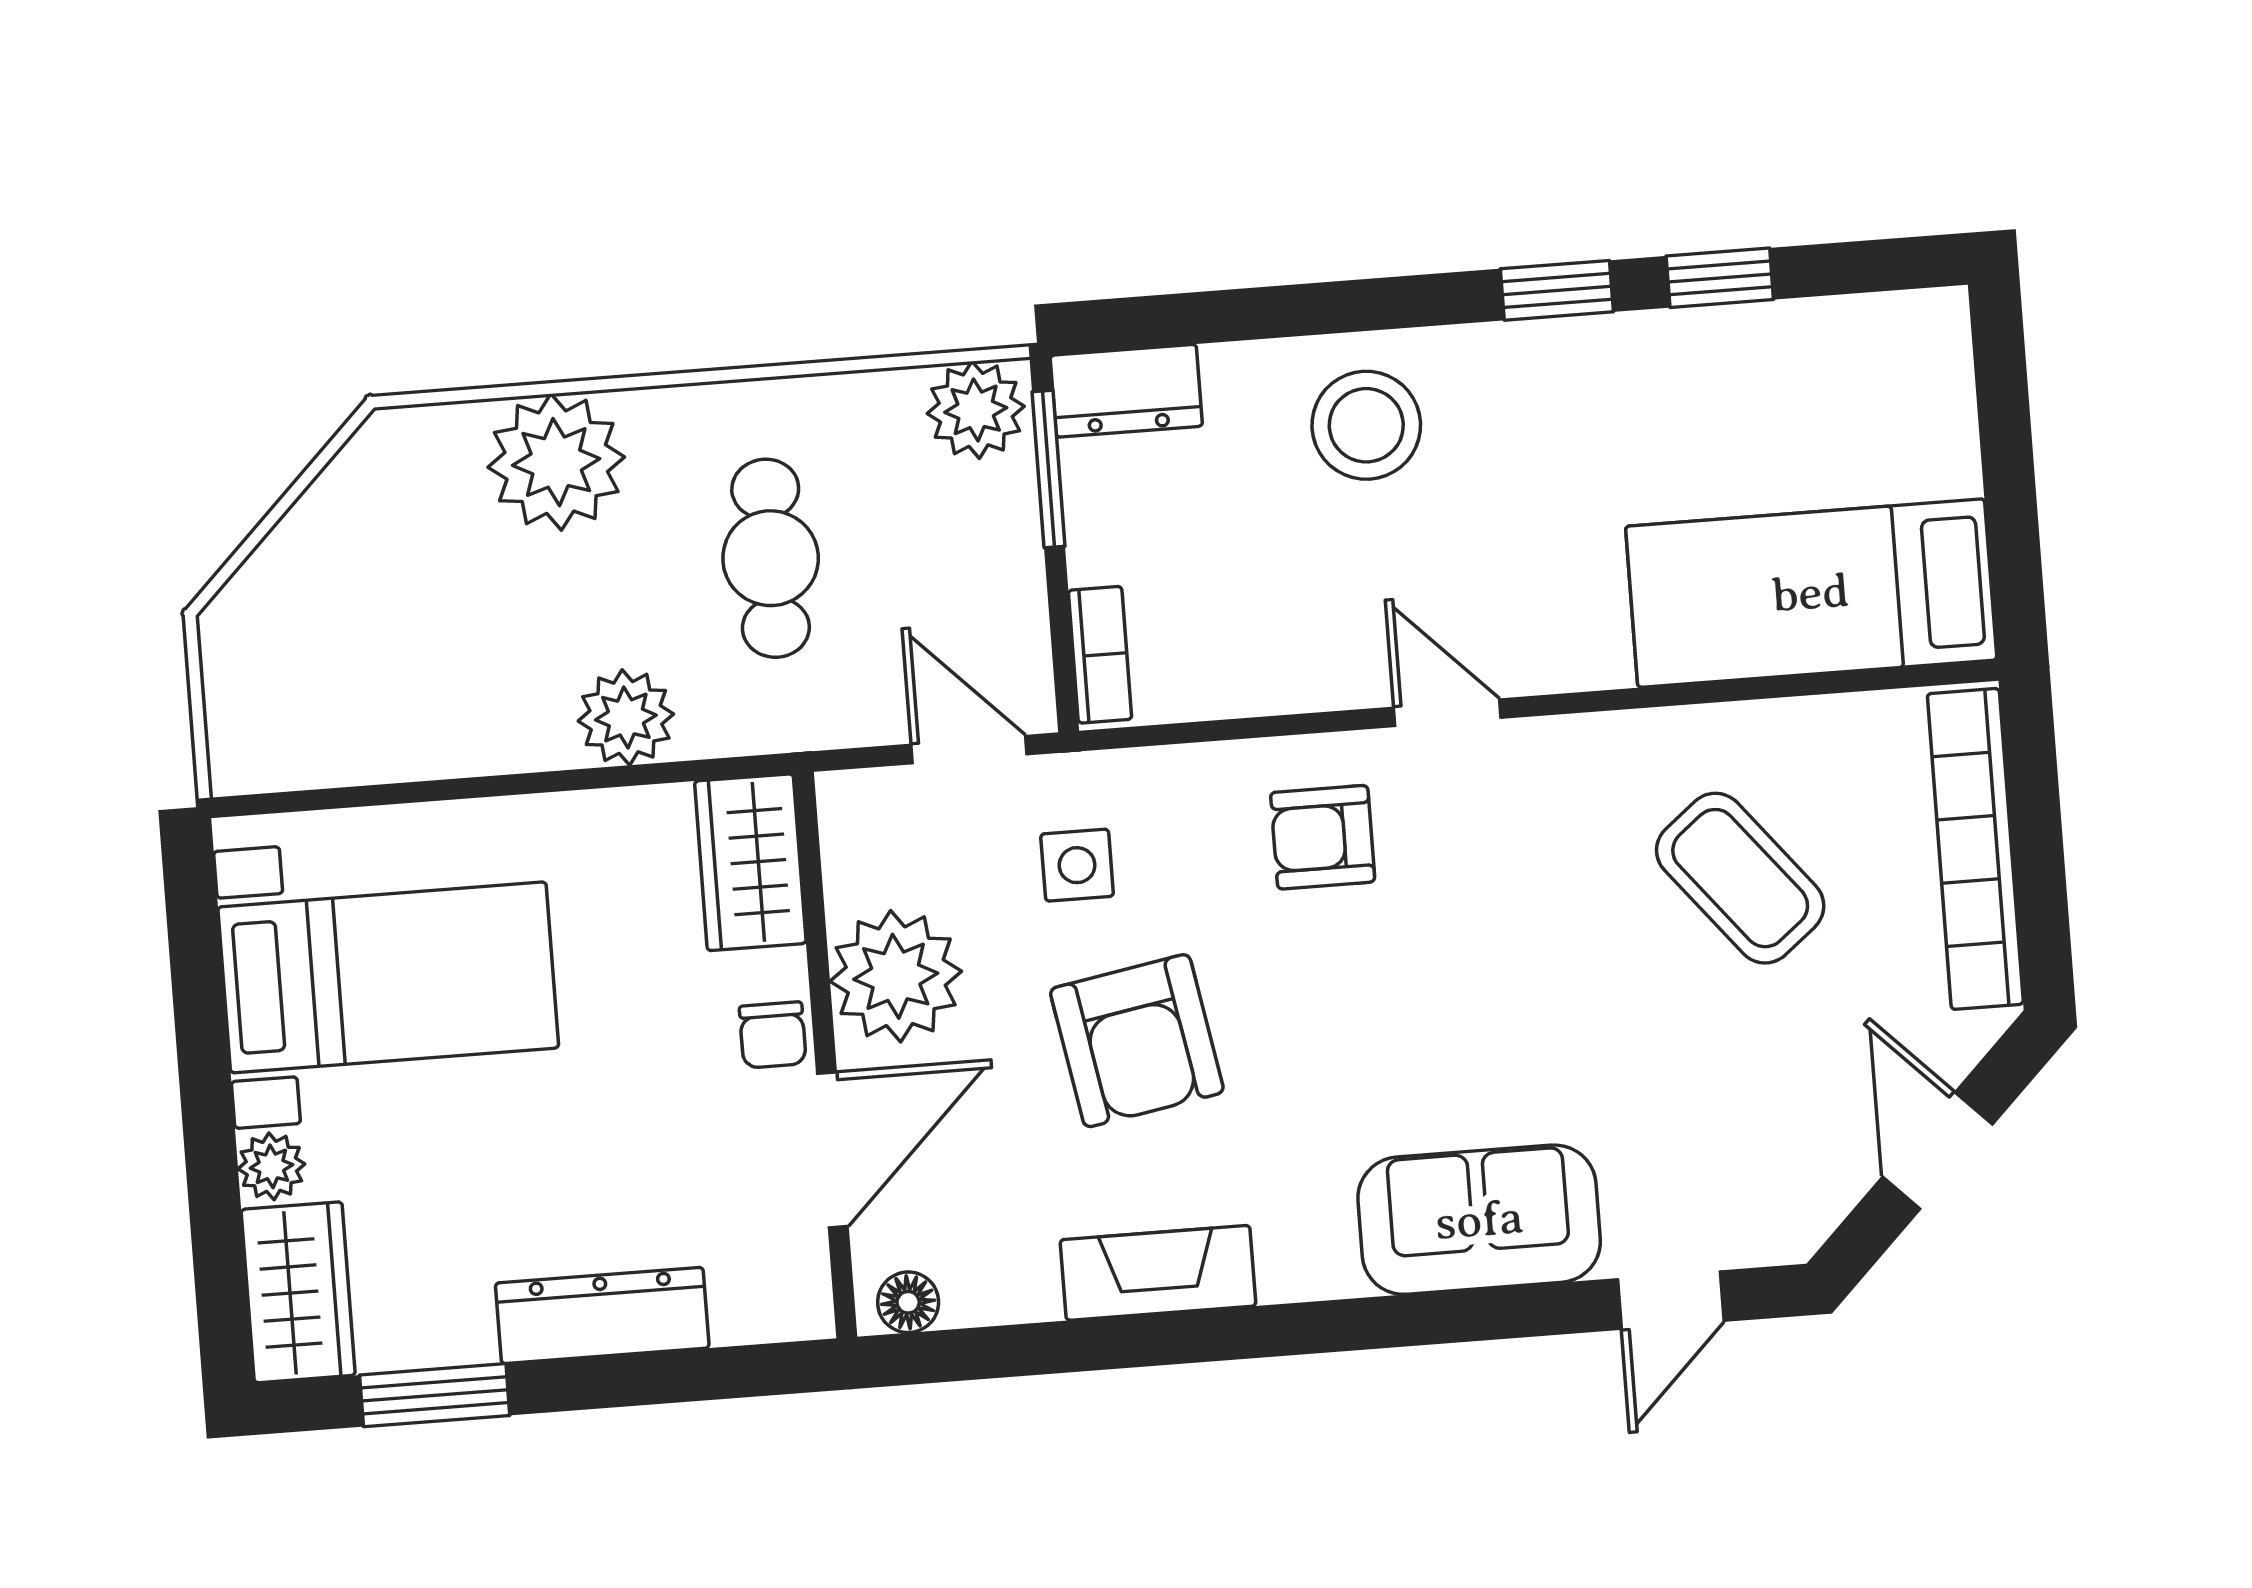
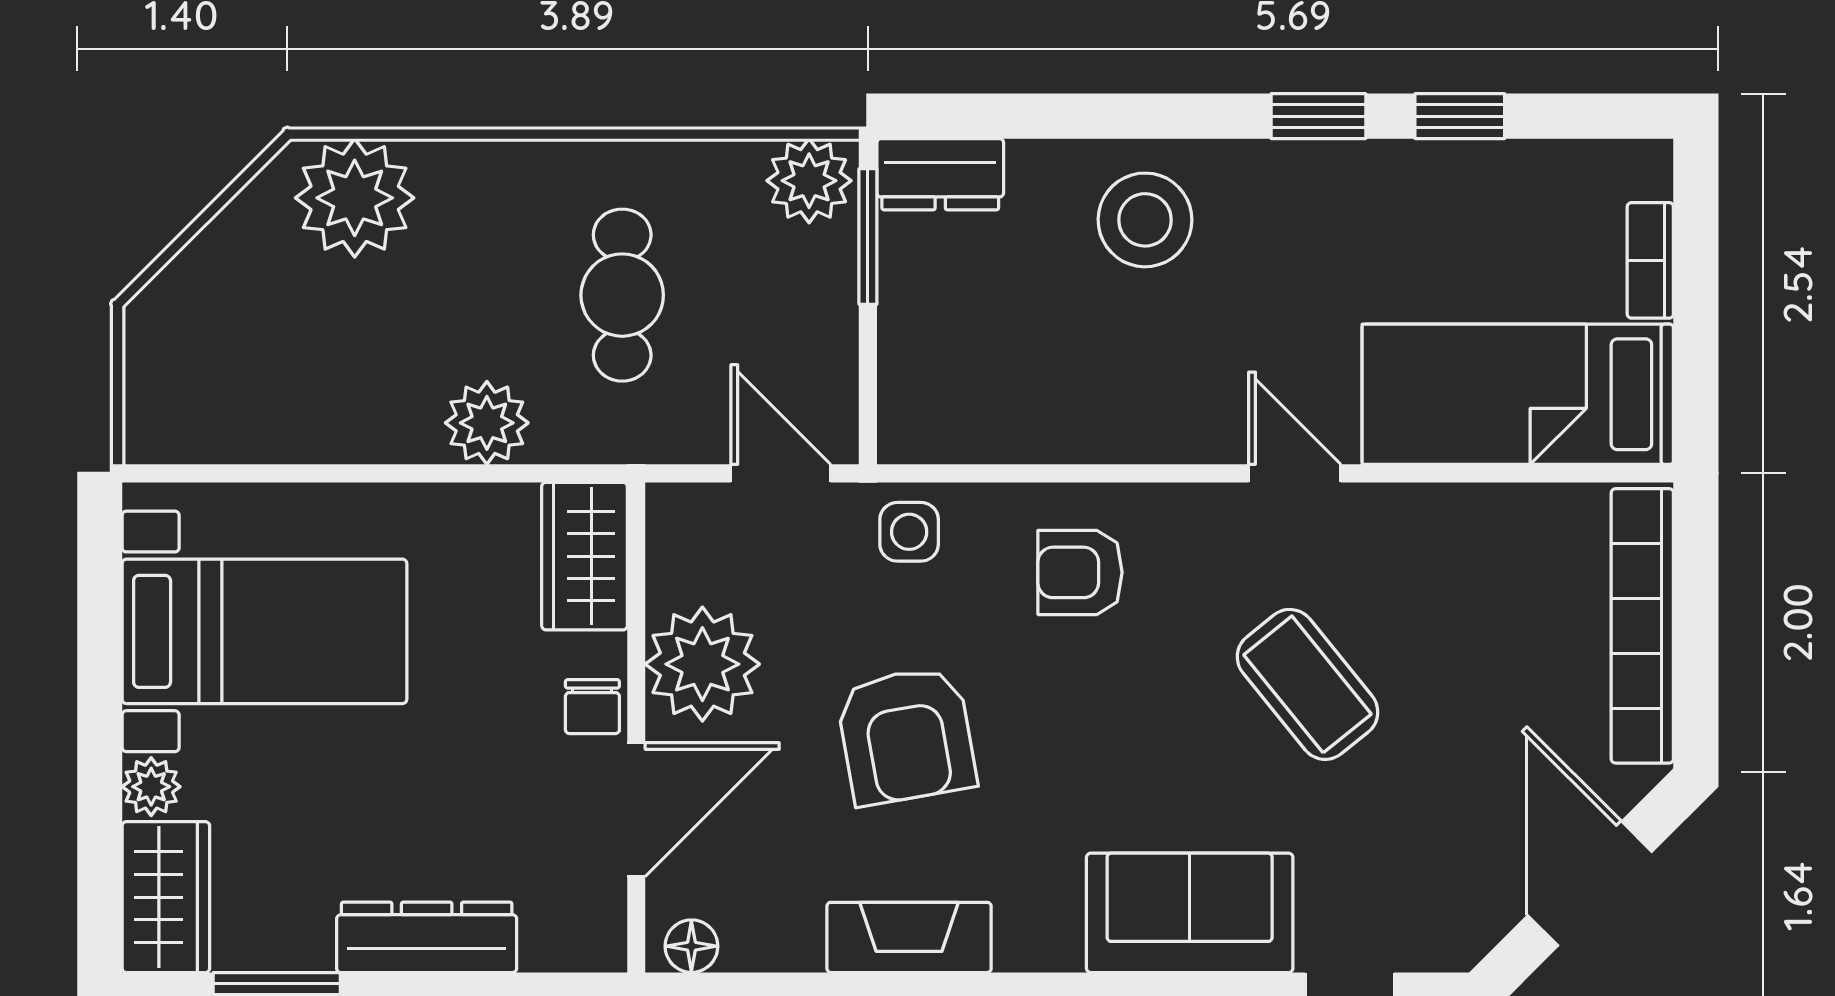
plant: (556, 462) -> (355, 198), moved
bookcase: (1100, 655) -> (1650, 260), moved, turned 180
door: (1447, 713) -> (1295, 473), moved
side table: (1077, 865) -> (909, 532), moved
coffee table: (1740, 878) -> (1308, 684), moved
door: (1938, 1151) -> (1590, 884), width x1.38

